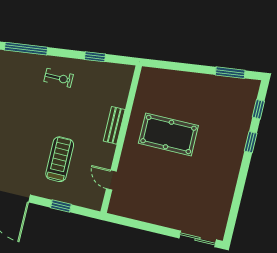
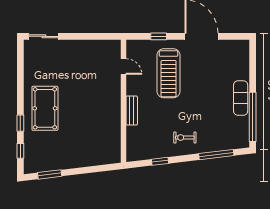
pool table: (168, 134) -> (45, 108), moved, turned 90
treadmill: (60, 159) -> (169, 73), width x1.37, depth x1.38

